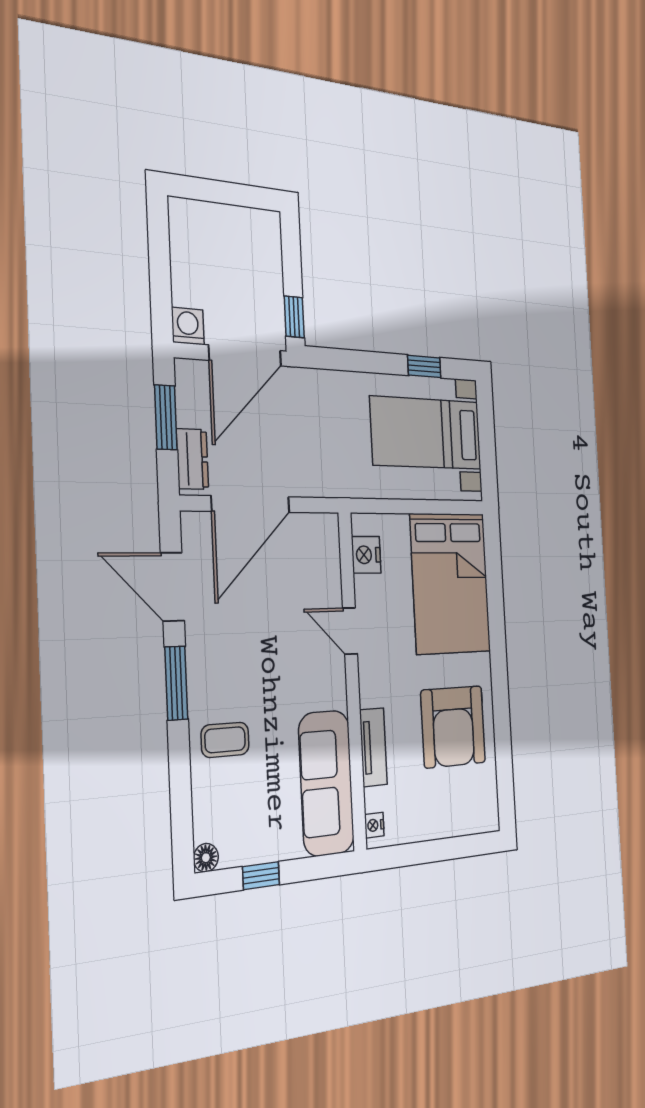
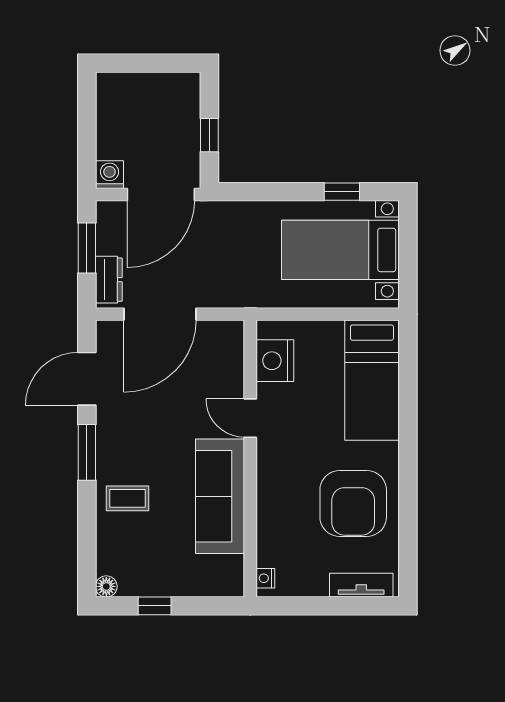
window: (294, 317) -> (209, 135), moved
nightstand: (366, 555) -> (275, 361), width x1.36, depth x1.33
bed: (451, 583) -> (372, 380), width x0.67
door: (172, 587) -> (87, 379), hinge flipped
tv unit: (373, 747) -> (361, 585), moved, turned -90
sofa: (326, 783) -> (220, 496), moved

